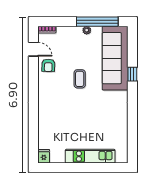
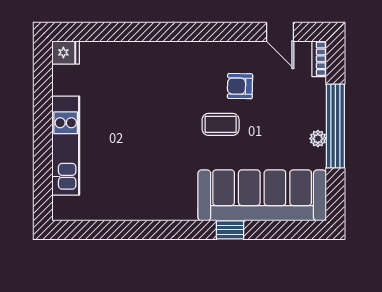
window: (97, 22) -> (335, 126), moved
door: (33, 49) -> (280, 32), hinge flipped
armchair: (48, 65) -> (240, 86), moved

